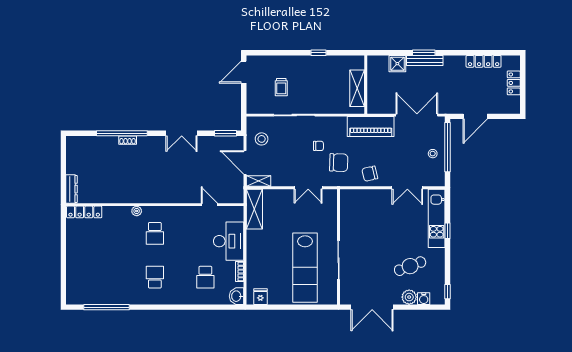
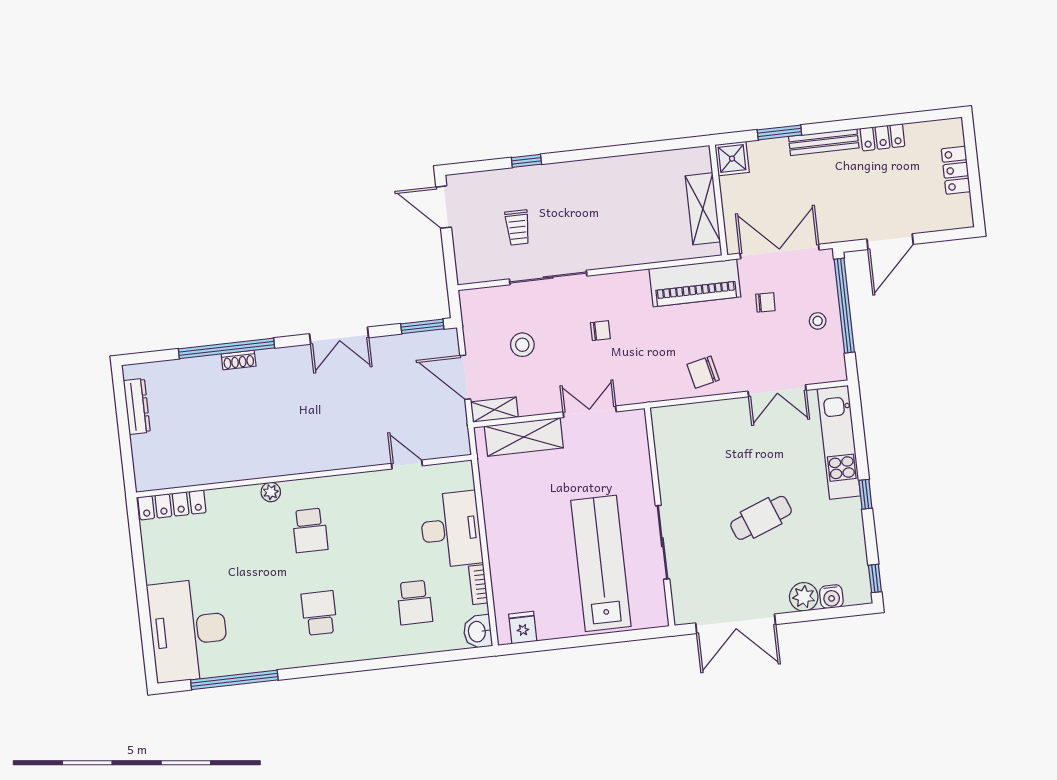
window: (319, 53) -> (526, 161), moved
bench: (425, 60) -> (824, 142), moved
locker: (484, 61) -> (882, 137), width x0.66
door: (244, 72) -> (444, 207), hinge flipped
wall: (366, 85) -> (718, 200), moved
shelving: (357, 88) -> (703, 209), moved
stool: (262, 139) -> (522, 345), moved
chair: (339, 163) -> (765, 302), moved, width x0.54, depth x0.54
double door: (308, 188) -> (590, 412), swing flipped
dresser: (72, 189) -> (137, 406), moved
shelving: (254, 209) -> (524, 437), moved, turned 90
window: (447, 231) -> (865, 494), moved
cafe table: (410, 266) -> (761, 518), moved
lab bench: (305, 268) -> (601, 563), turned 180
desk: (85, 278) -> (188, 630), added

